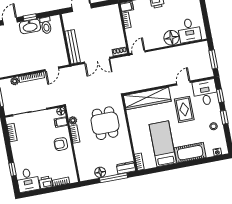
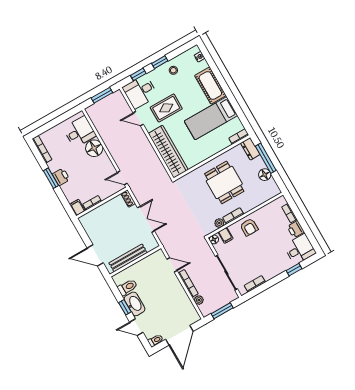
bench: (73, 47) -> (128, 258), moved
dining table: (105, 123) -> (224, 182), moved, turned 90

